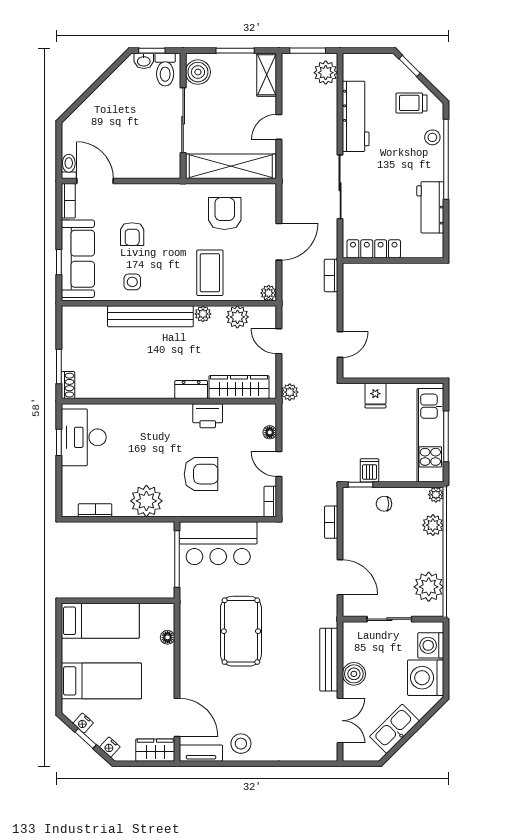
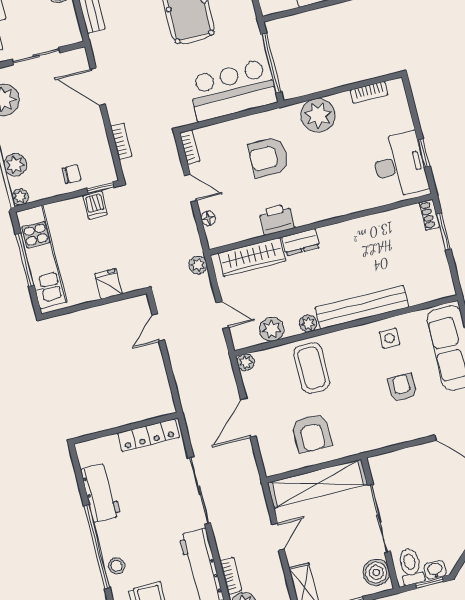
bookcase: (331, 275) -> (231, 576), moved

